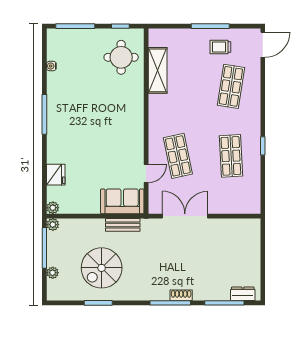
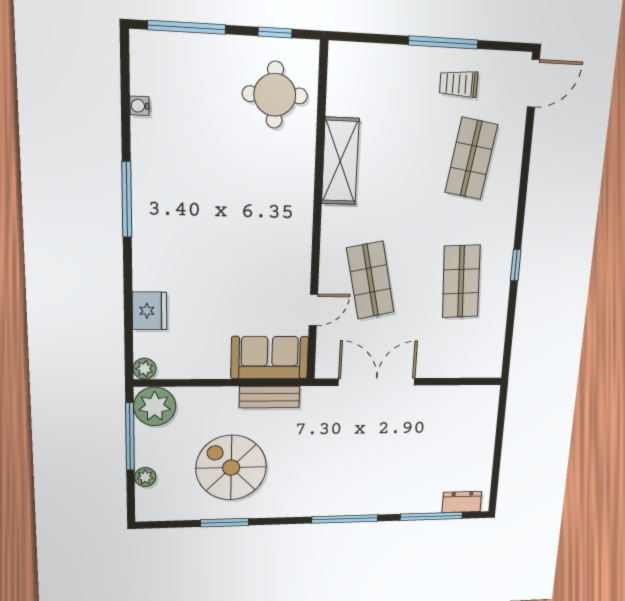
shelving: (158, 70) -> (340, 161), moved
plant: (53, 225) -> (155, 406), width x1.88, depth x1.88
spiral stairs: (102, 268) -> (231, 468), turned 90
shoe rack: (181, 295) -> (363, 507), removed

